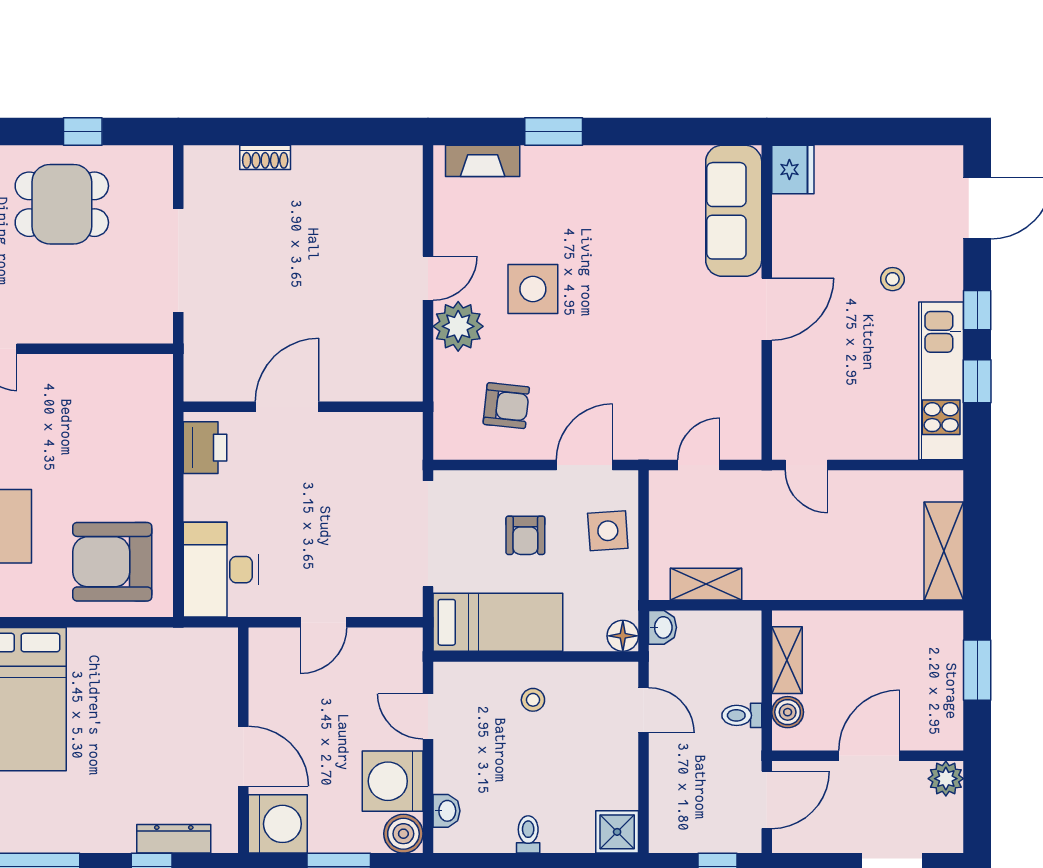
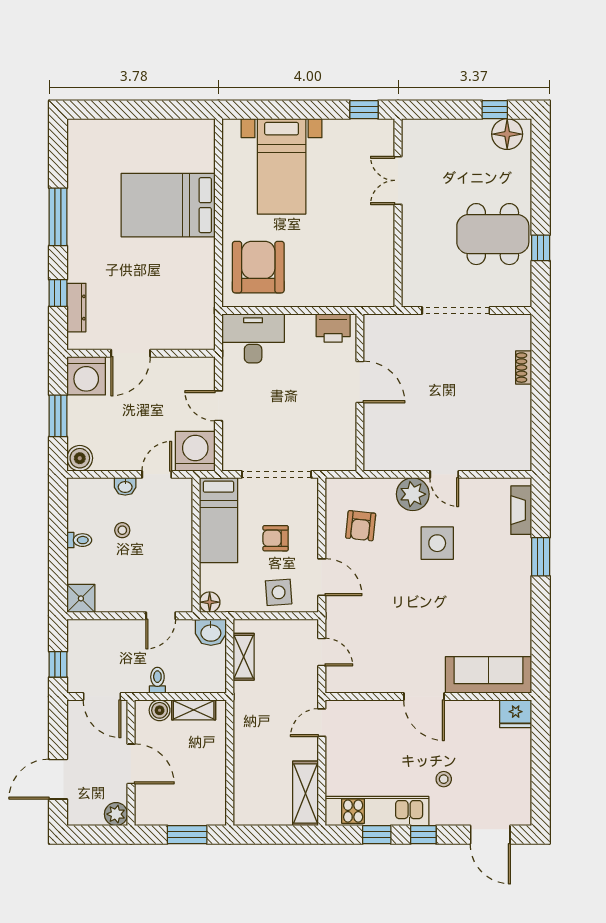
dining table: (62, 204) -> (493, 234), width x1.38
shelving: (944, 551) -> (305, 793), moved, turned 90
washbasin: (662, 627) -> (211, 632), width x1.38, depth x1.45
stool: (533, 700) -> (122, 530), moved
washing machine: (393, 781) -> (195, 451), moved
washbasin: (446, 811) -> (125, 486), moved

